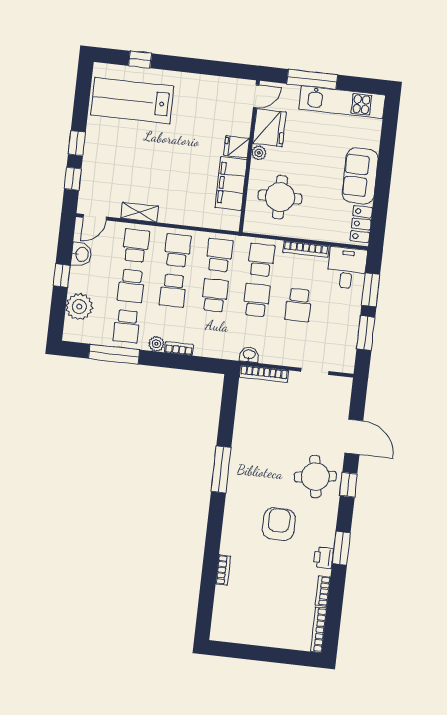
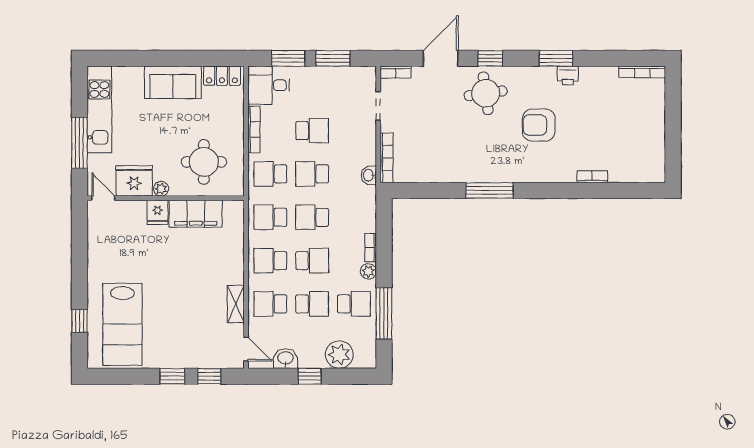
bookcase: (323, 591) -> (395, 72), moved

